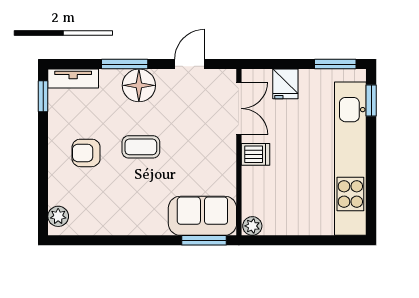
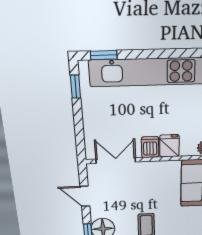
window: (335, 64) -> (76, 87), width x0.67
fridge: (285, 84) -> (169, 146), moved, turned -90

